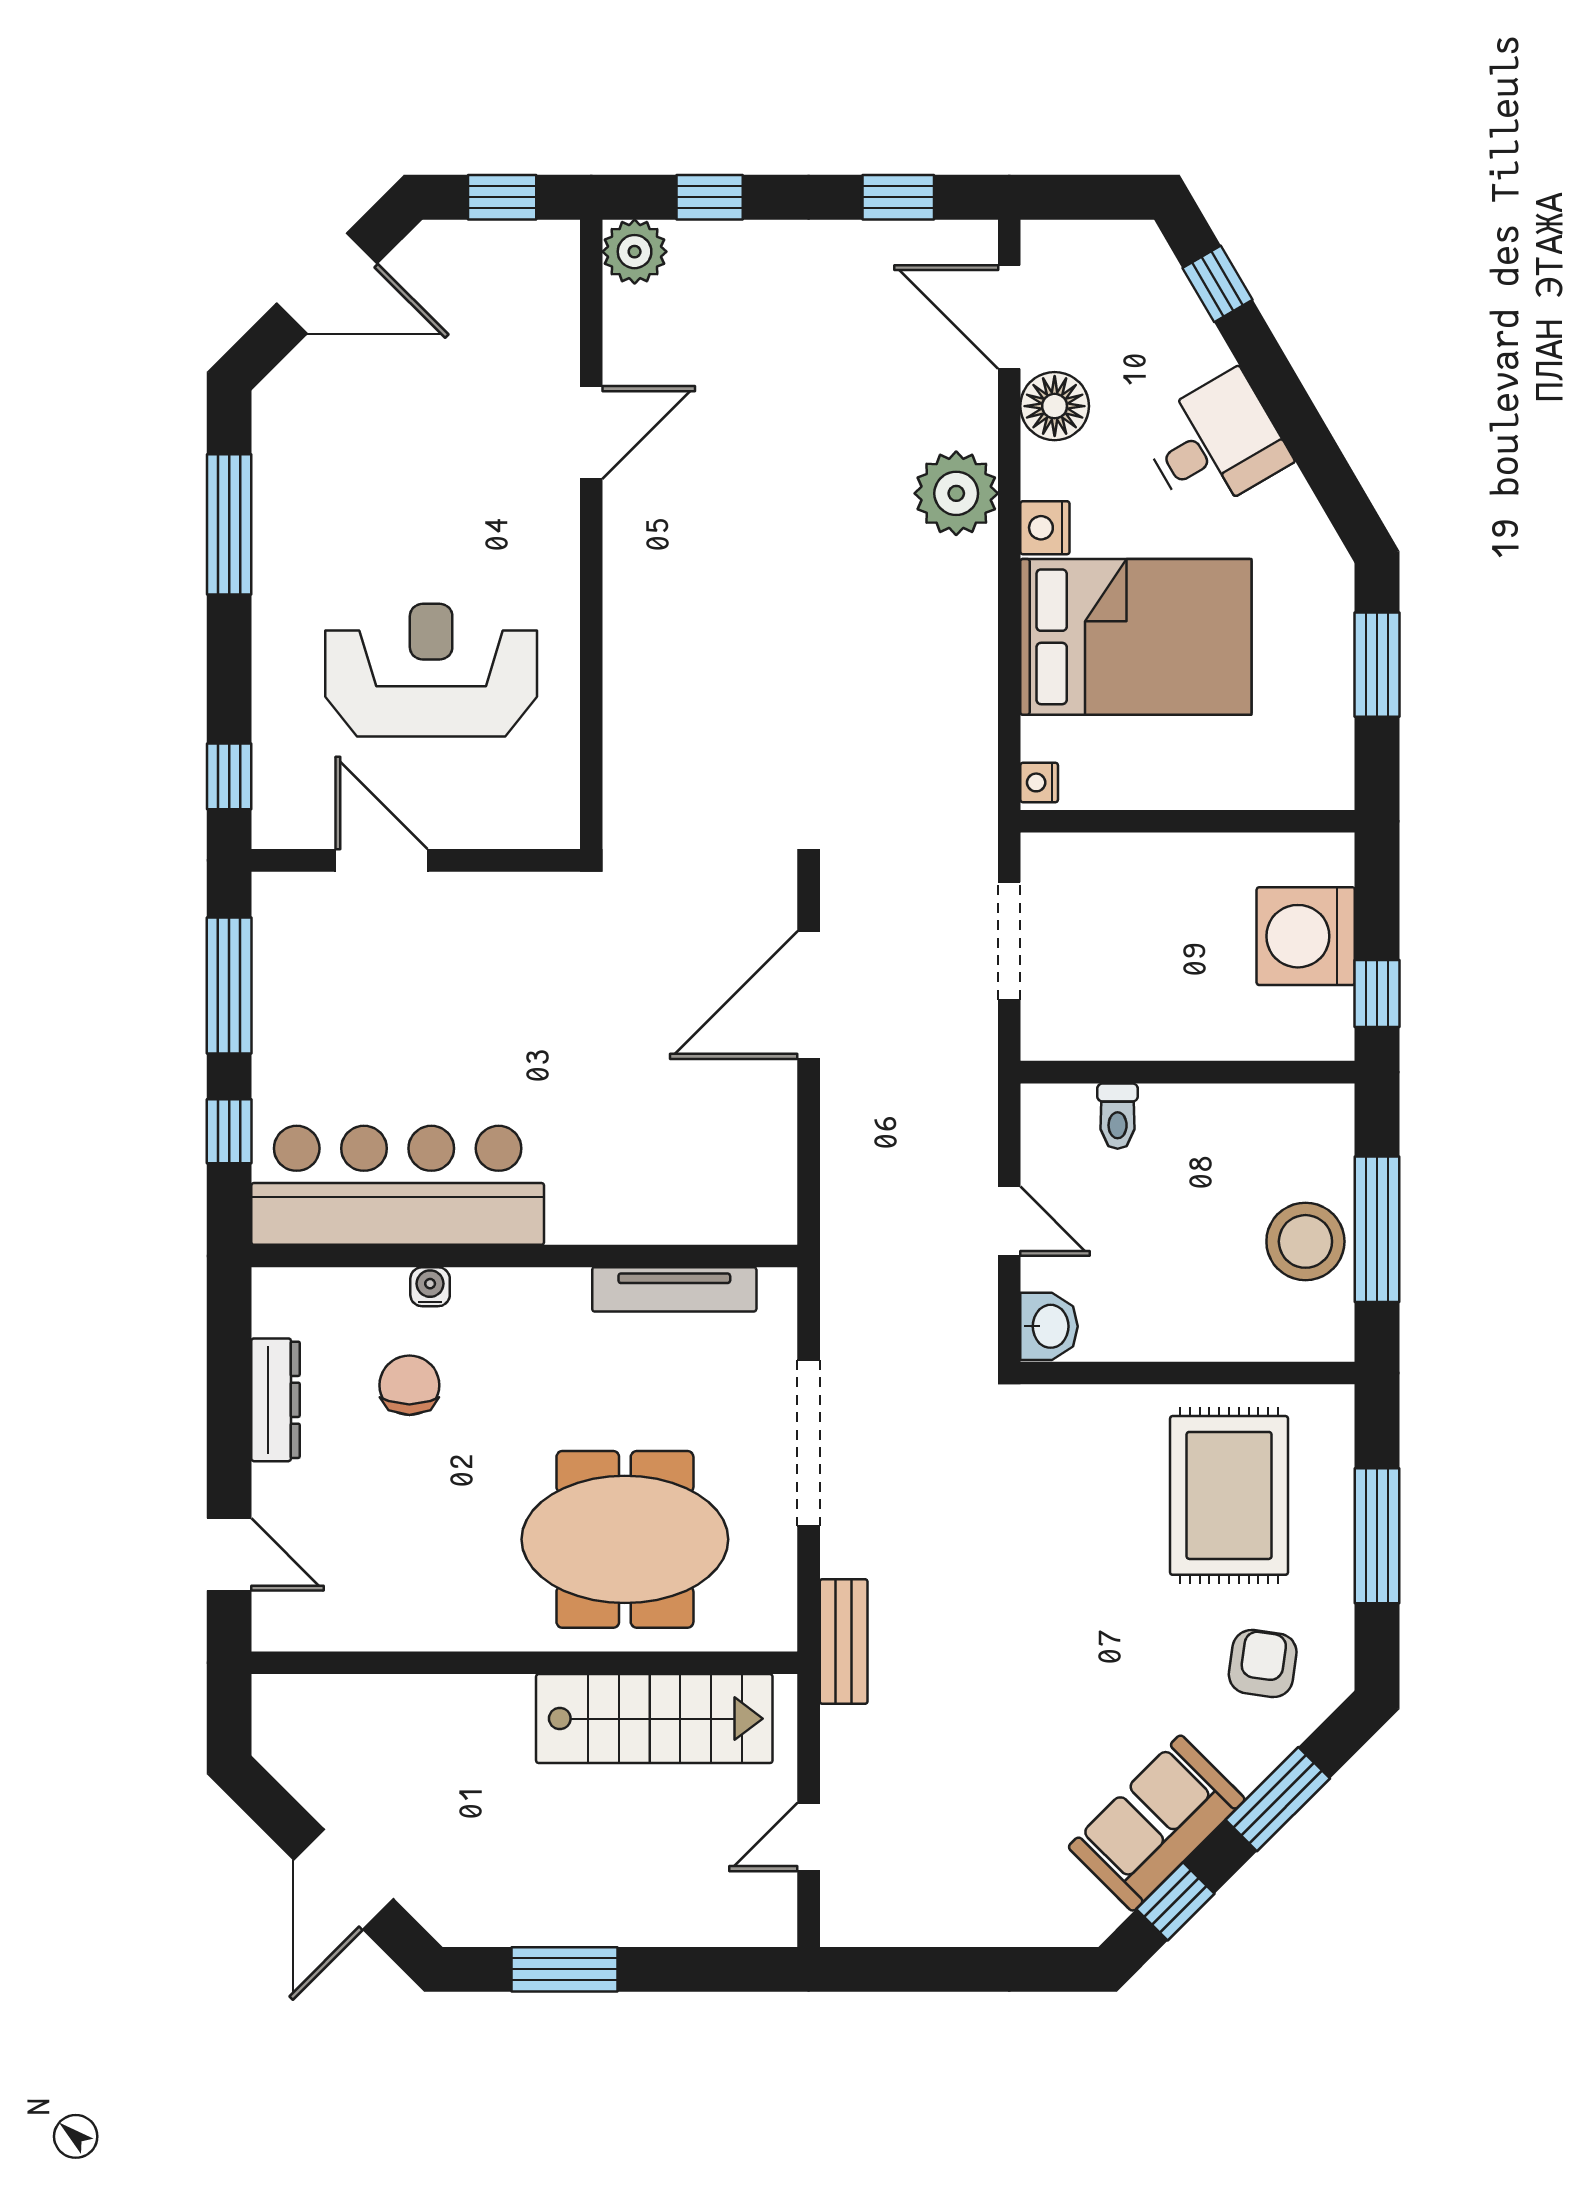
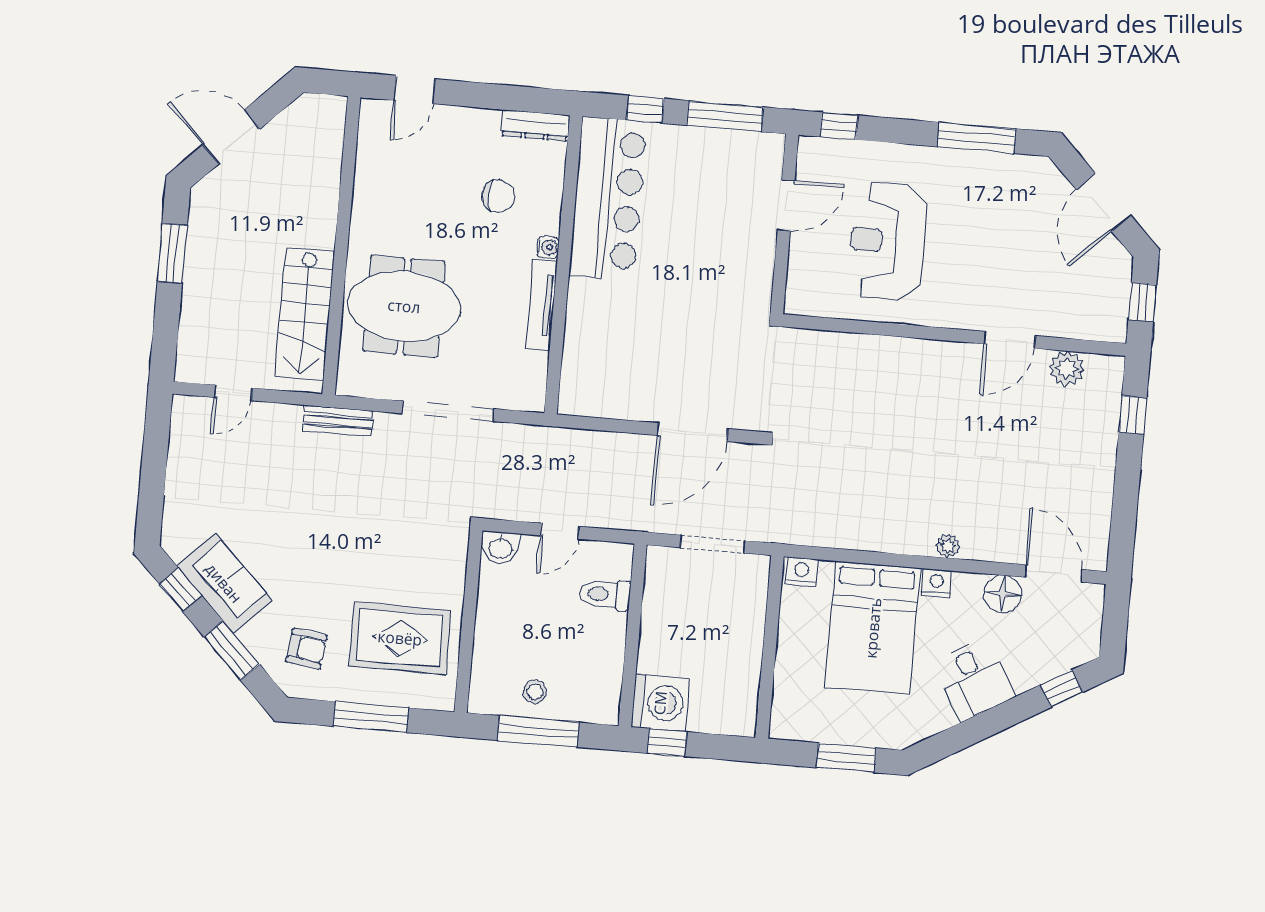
window: (898, 197) -> (1124, 518), removed
plant: (635, 252) -> (1067, 368), moved
door: (1009, 317) -> (1053, 573), hinge flipped
door: (591, 433) -> (1010, 340), hinge flipped
plant: (956, 493) -> (948, 546), width x0.53, depth x0.53
reception desk: (431, 670) -> (888, 241), turned 180
nightstand: (1039, 782) -> (802, 572), width x1.39, depth x1.35
washing machine: (1306, 936) -> (660, 703), moved, turned 90
door: (809, 995) -> (692, 432), swing flipped
toilet: (1118, 1116) -> (605, 594), width x1.37, depth x1.39
stool: (1305, 1241) -> (535, 692), width x0.53, depth x0.53
water cooler: (430, 1287) -> (548, 247), moved
tv unit: (674, 1289) -> (542, 305), moved
dresser: (275, 1400) -> (535, 125), moved
meeting table: (625, 1539) -> (404, 306), turned 90
door: (809, 1837) -> (233, 393), swing flipped

